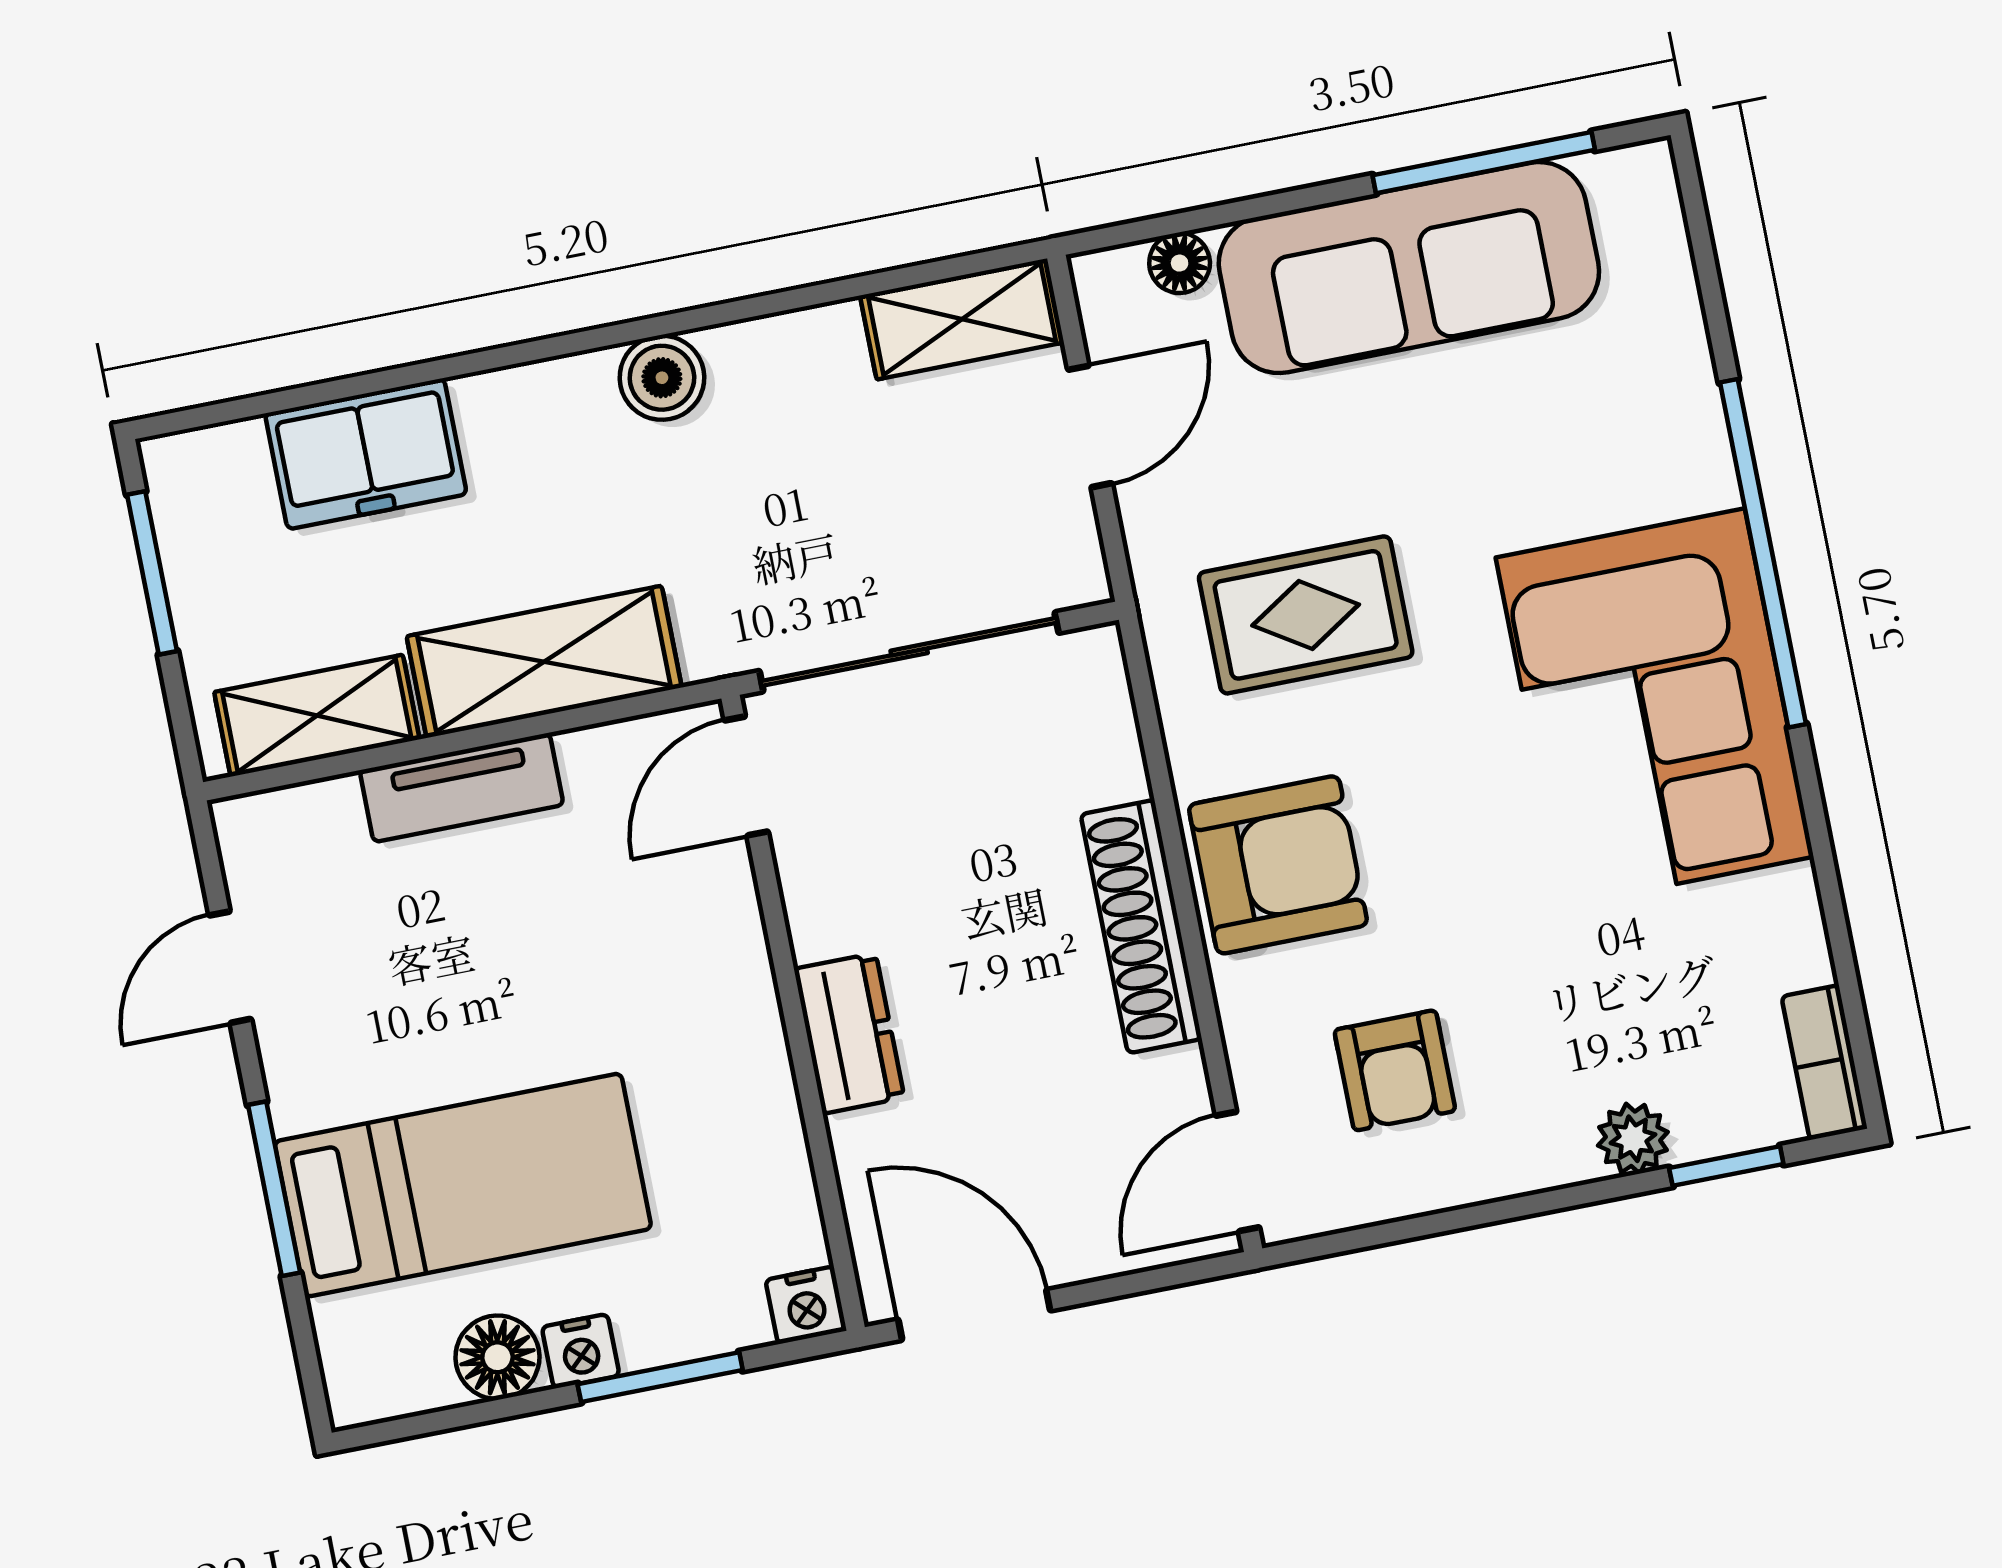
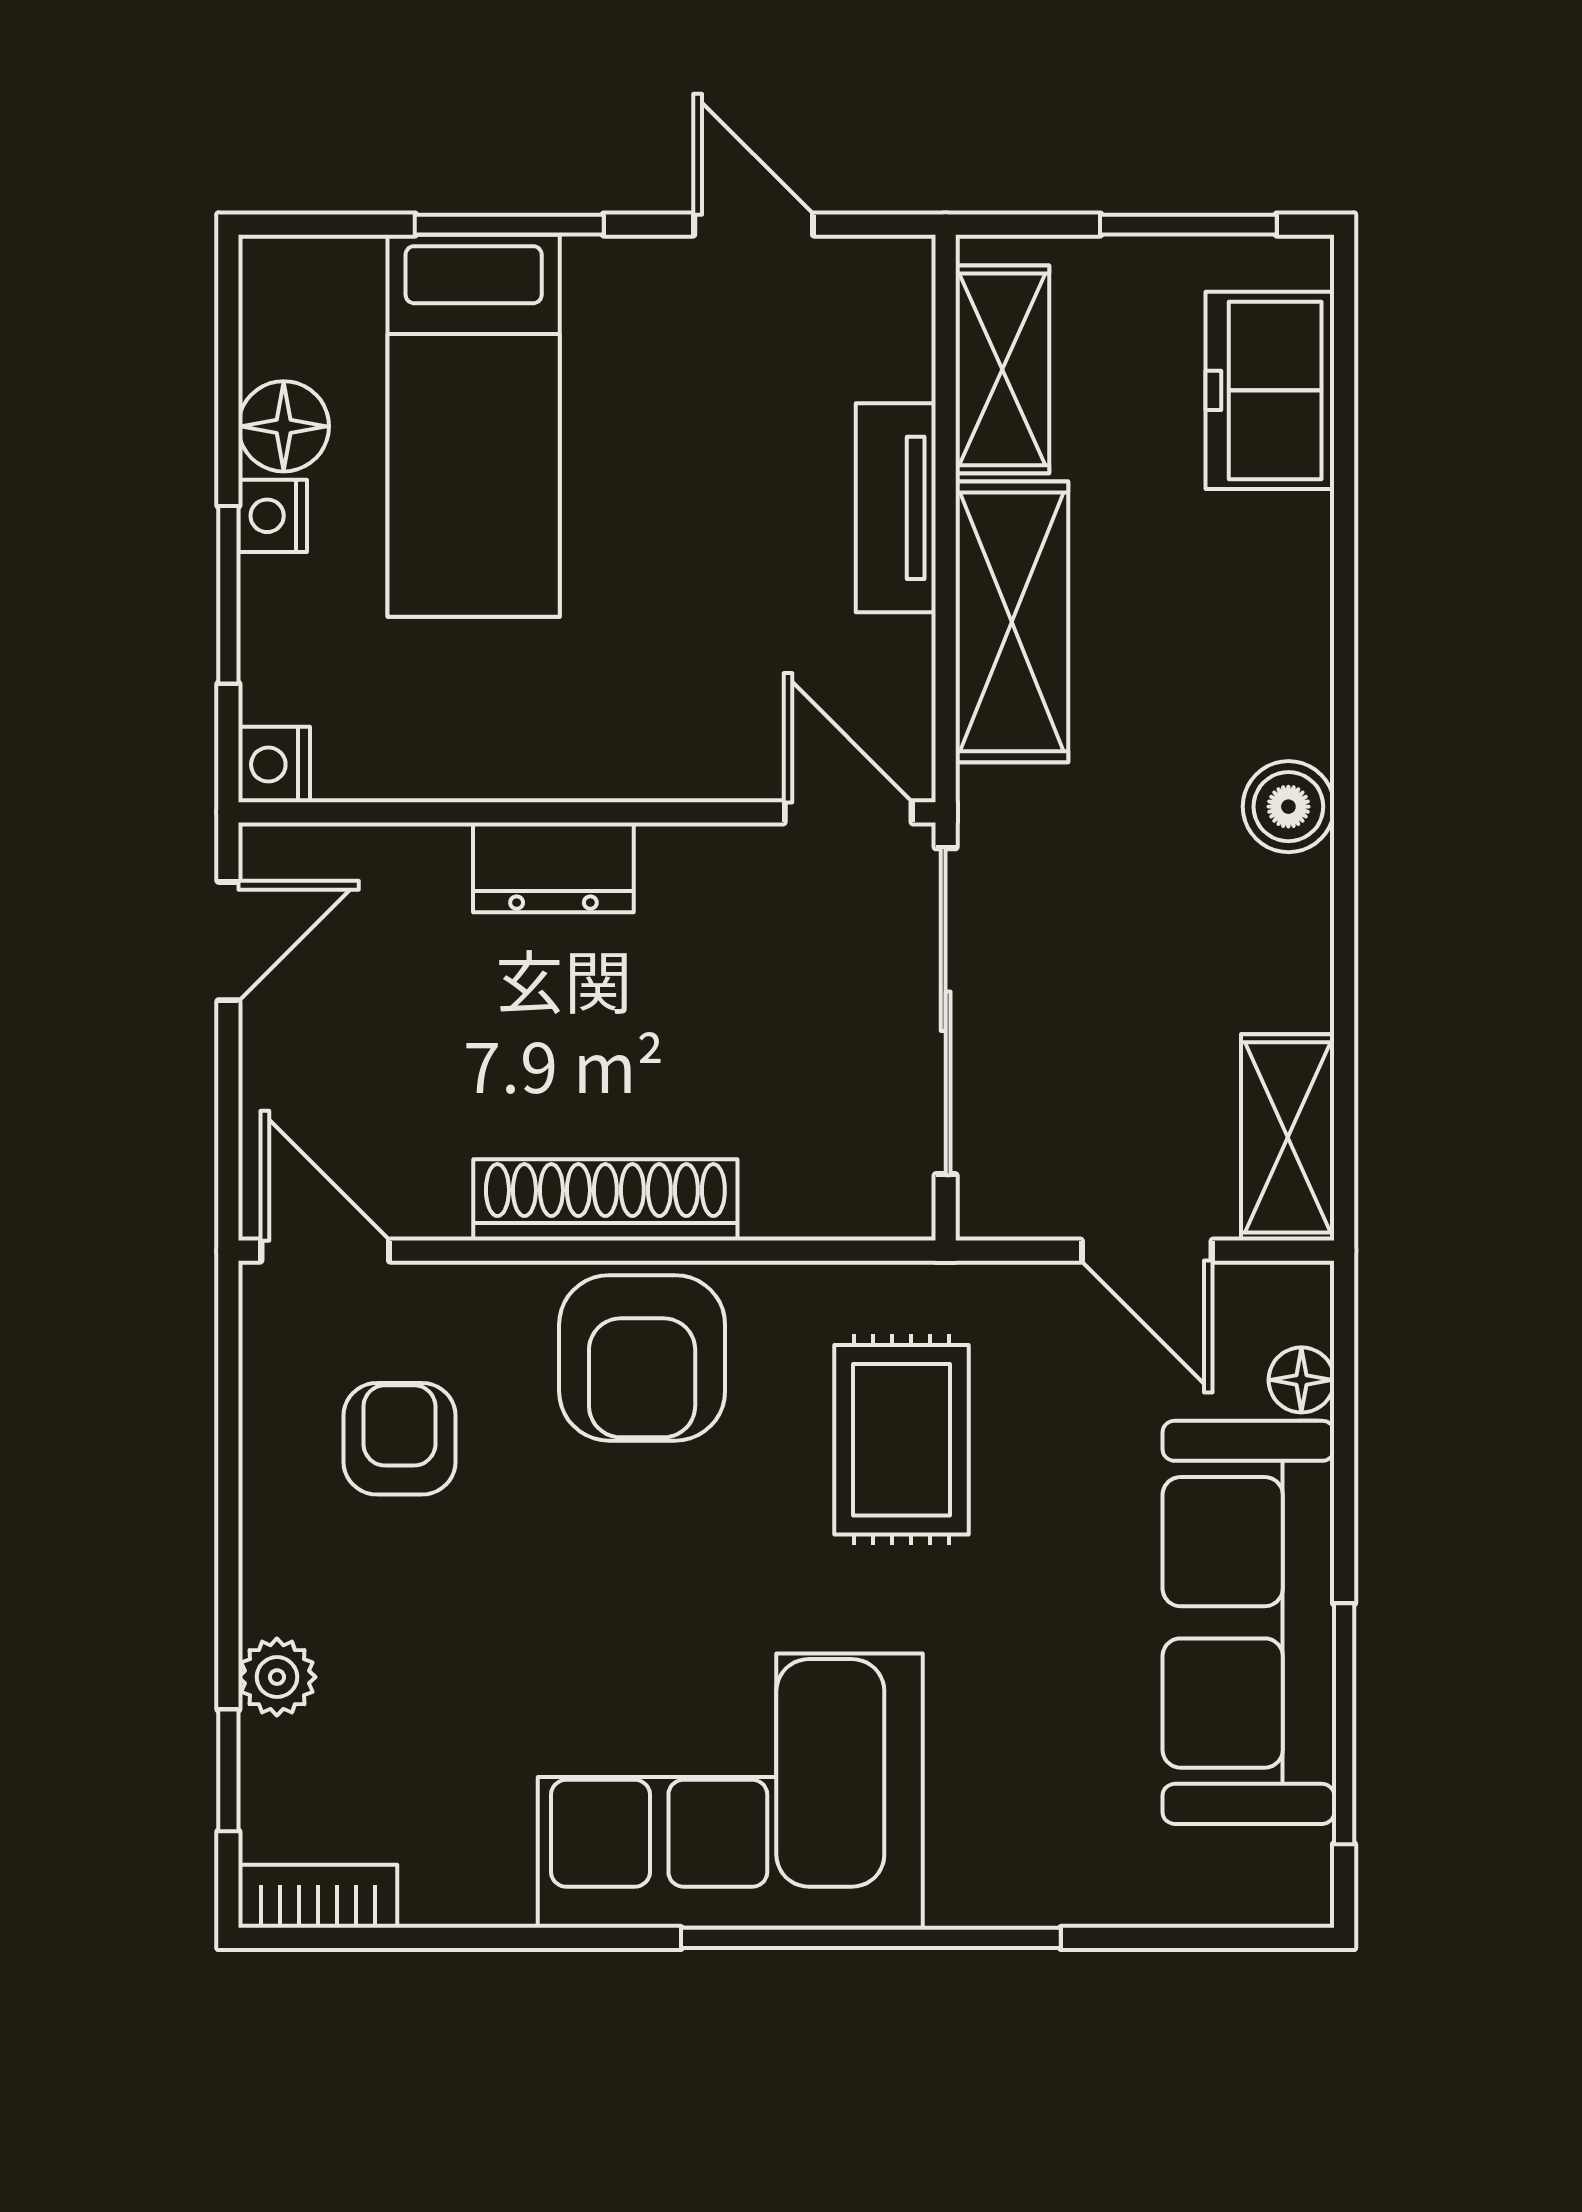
freezer: (366, 454) -> (1270, 390), moved
armchair: (1395, 1070) -> (399, 1439), turned 90
door: (974, 1315) -> (228, 941), width x0.73

